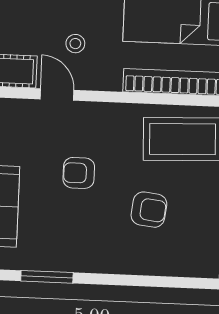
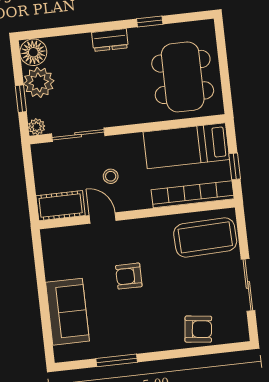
armchair: (149, 210) -> (198, 329), moved

